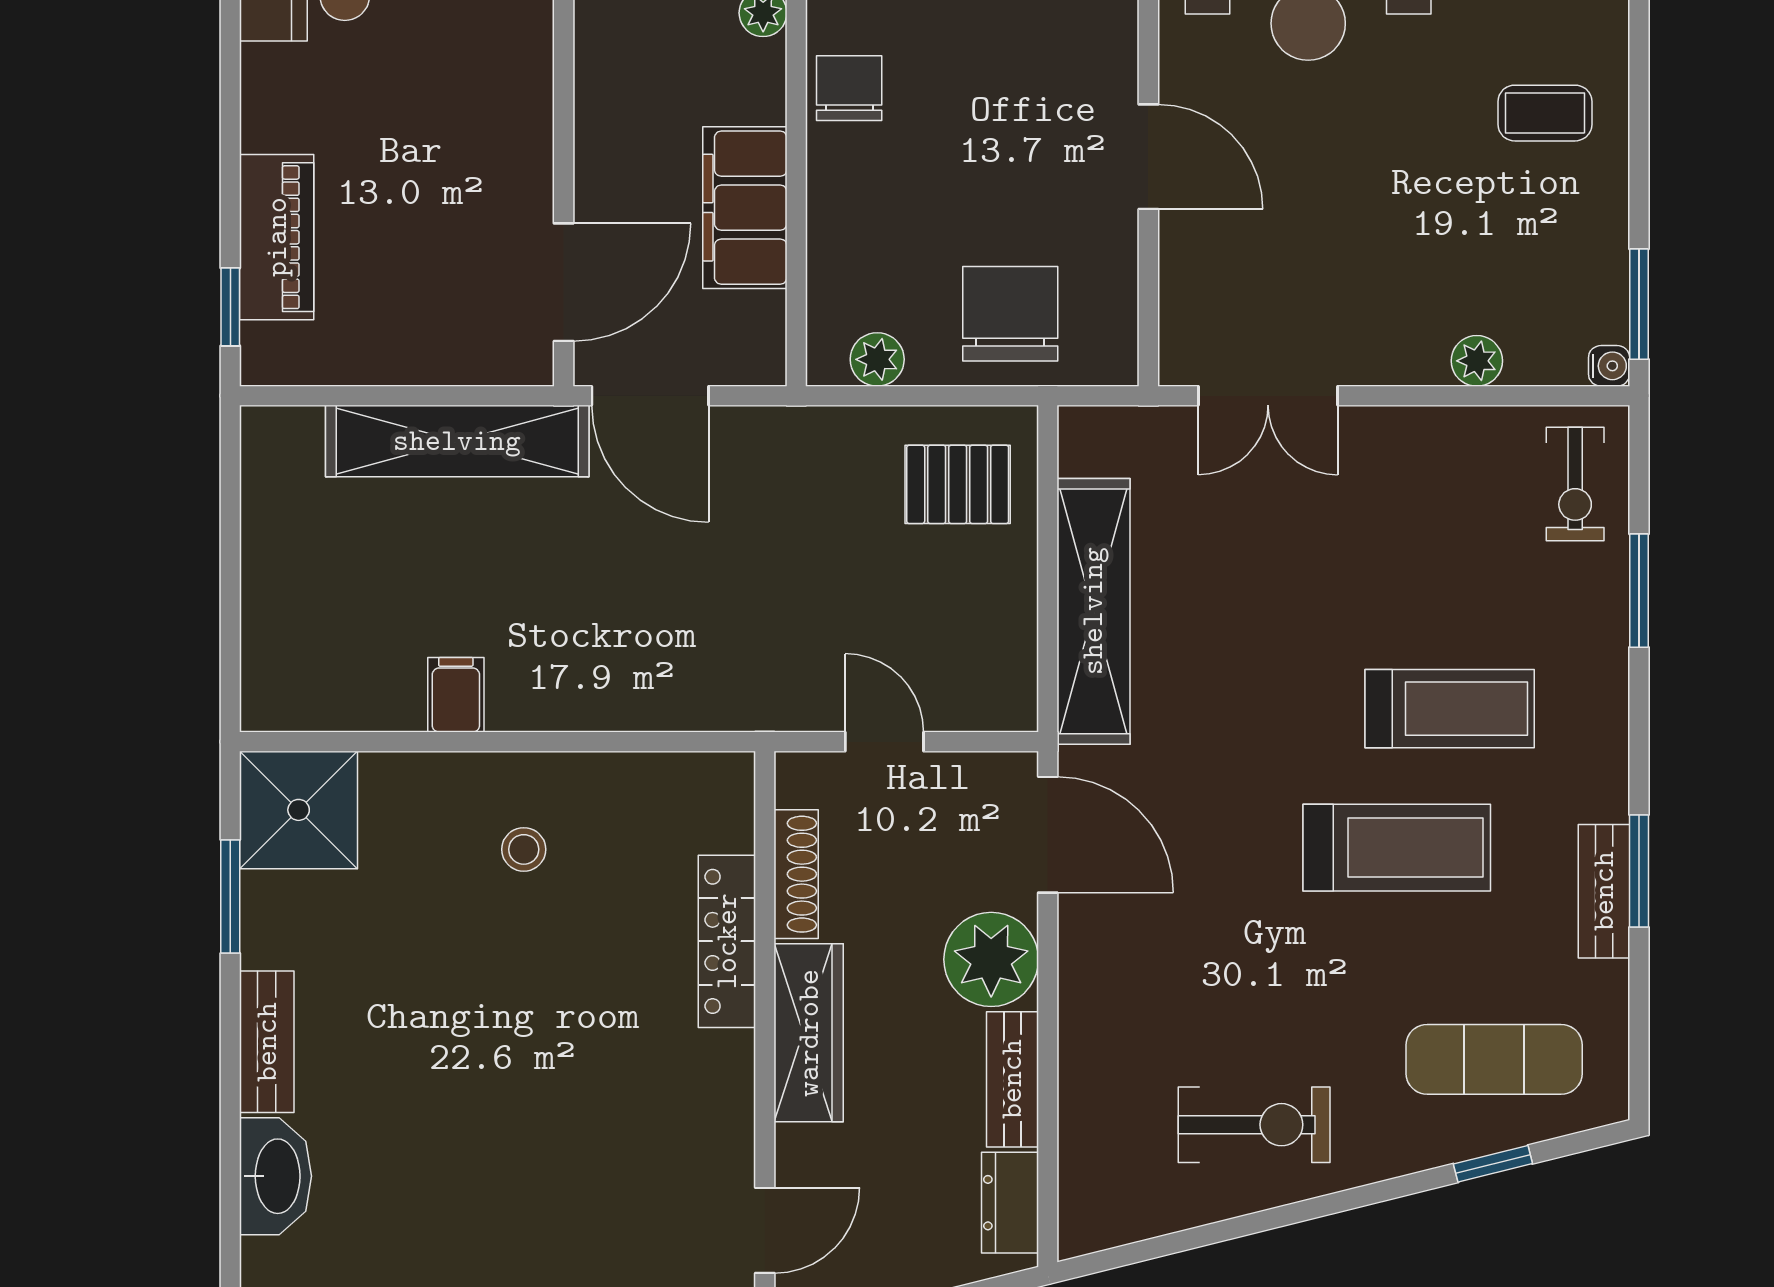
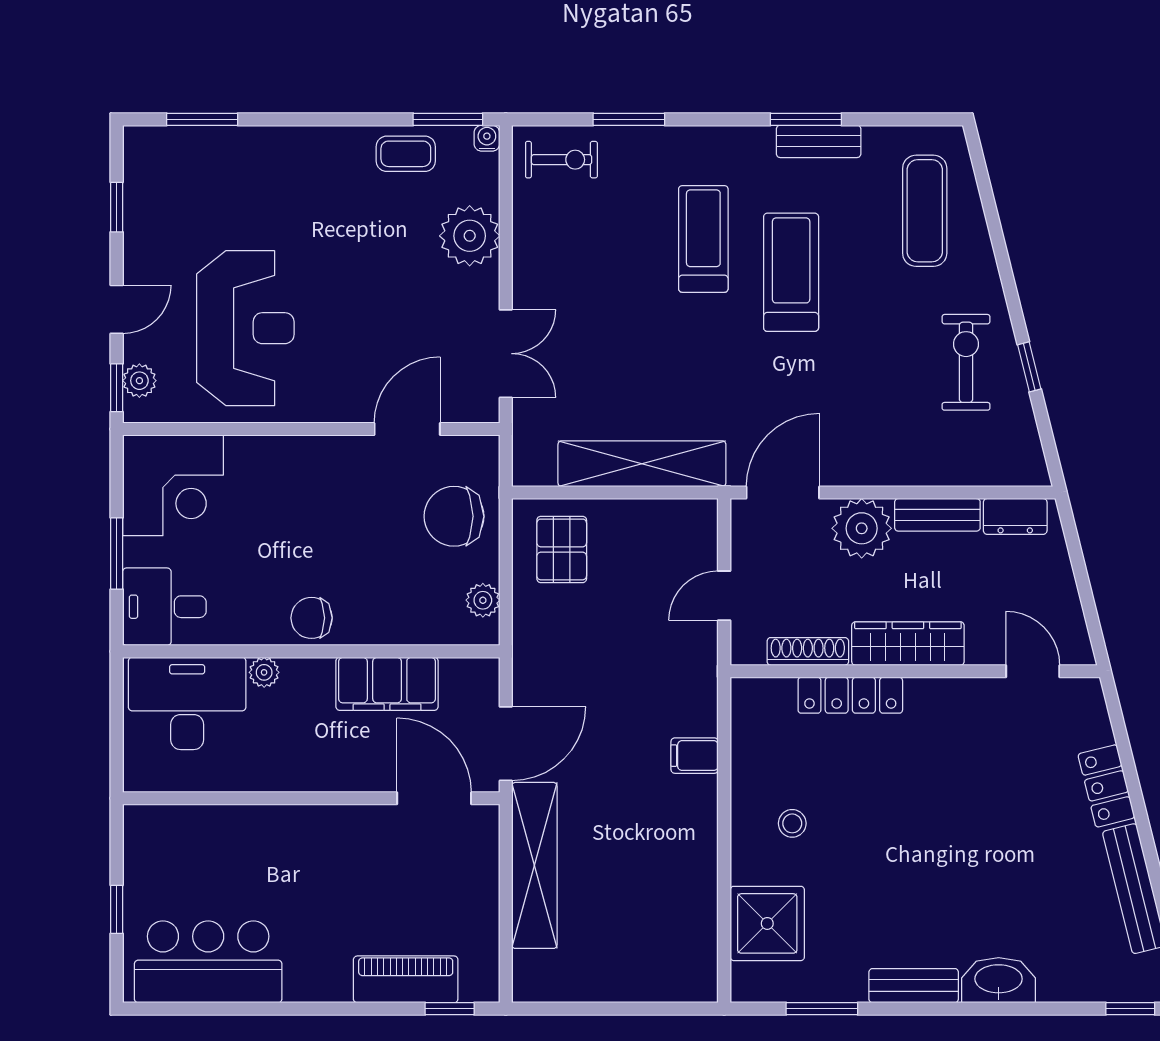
coffee table: (1545, 113) -> (406, 154), moved, turned 90
door: (1148, 157) -> (407, 429), moved
plant: (1477, 361) -> (470, 236), width x1.88, depth x1.88
filing cabinet: (456, 695) -> (695, 756), moved
shower: (299, 810) -> (767, 923), moved
window: (1493, 1164) -> (1029, 367), moved

